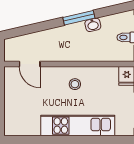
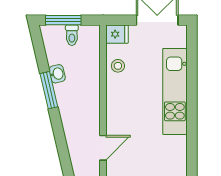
stool: (75, 84) -> (118, 66), moved

